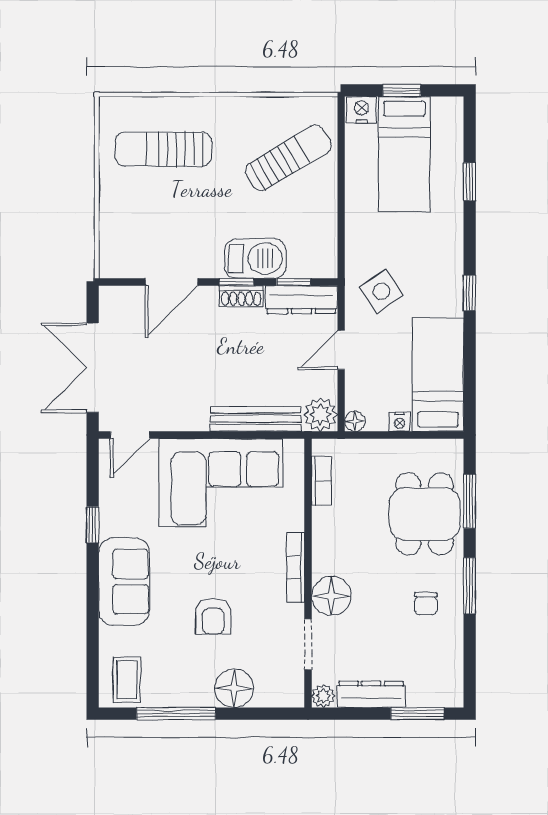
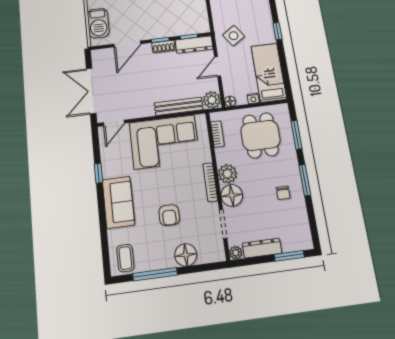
barbecue: (255, 259) -> (98, 23), moved, turned 90
dining table: (425, 514) -> (261, 135), moved
plant: (329, 556) -> (227, 174), added

